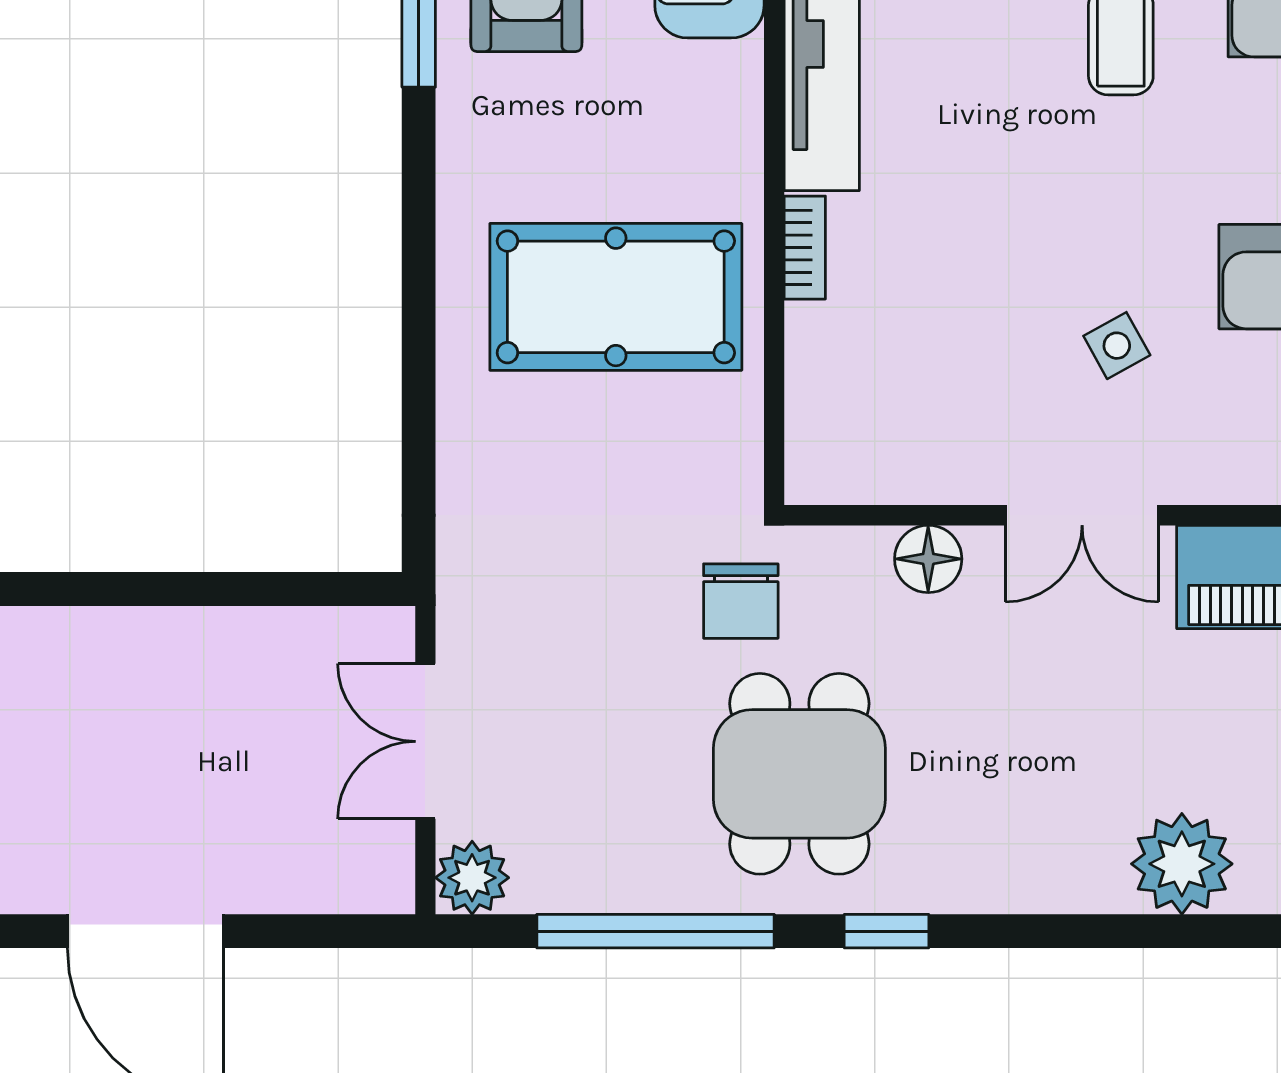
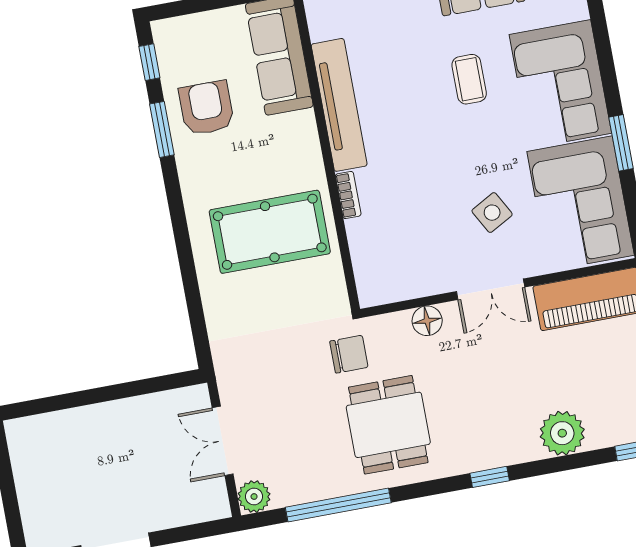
side table: (1117, 346) -> (492, 213), width x1.37, depth x1.37
chair: (741, 601) -> (349, 354), turned -90
window: (887, 931) -> (490, 477), moved

